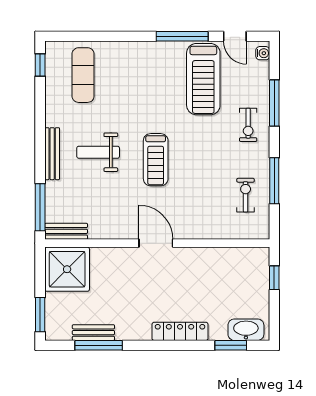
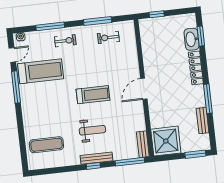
window: (40, 65) -> (93, 166), moved
weight bench: (98, 152) -> (92, 130), turned -90
washbasin: (246, 330) -> (192, 39), moved
window: (99, 345) -> (208, 99), moved

